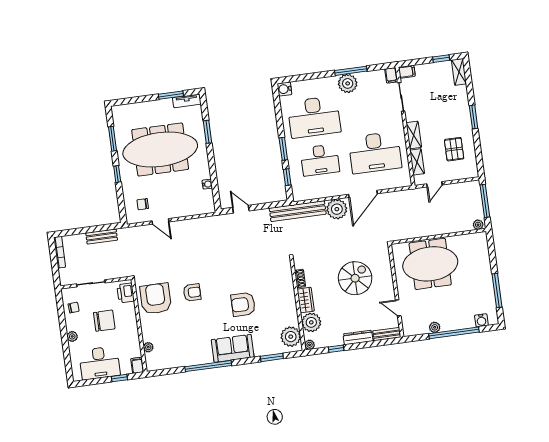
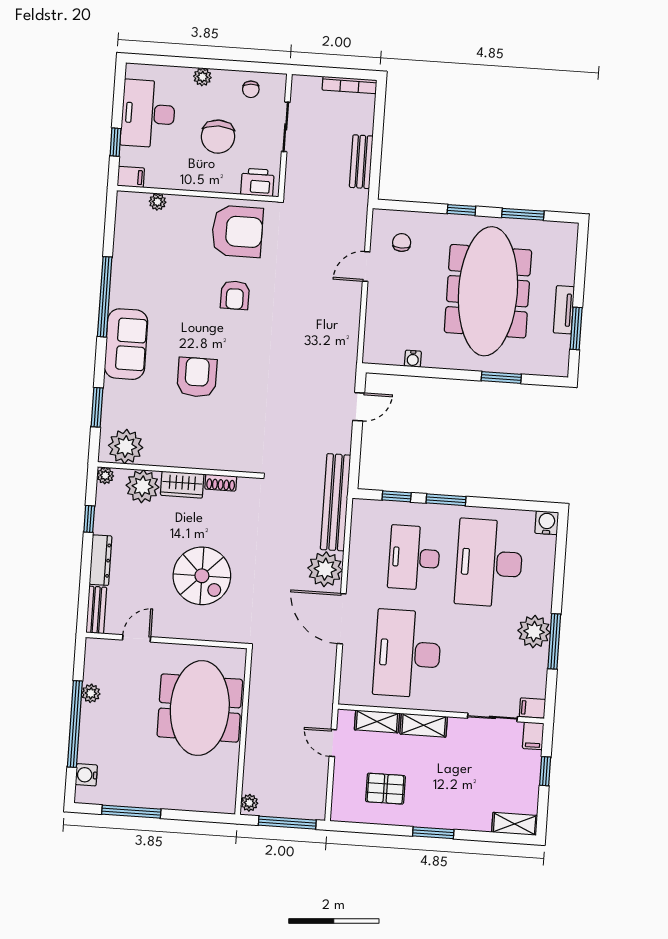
window: (441, 59) -> (545, 771), moved
tv unit: (187, 101) -> (564, 310), moved

